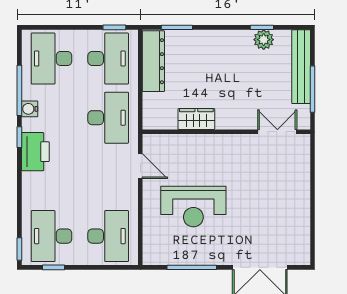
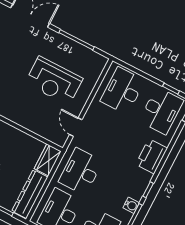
wardrobe: (196, 119) -> (48, 160), moved, turned 90
printer: (35, 152) -> (152, 156), moved
reception desk: (193, 206) -> (54, 81), turned 180

